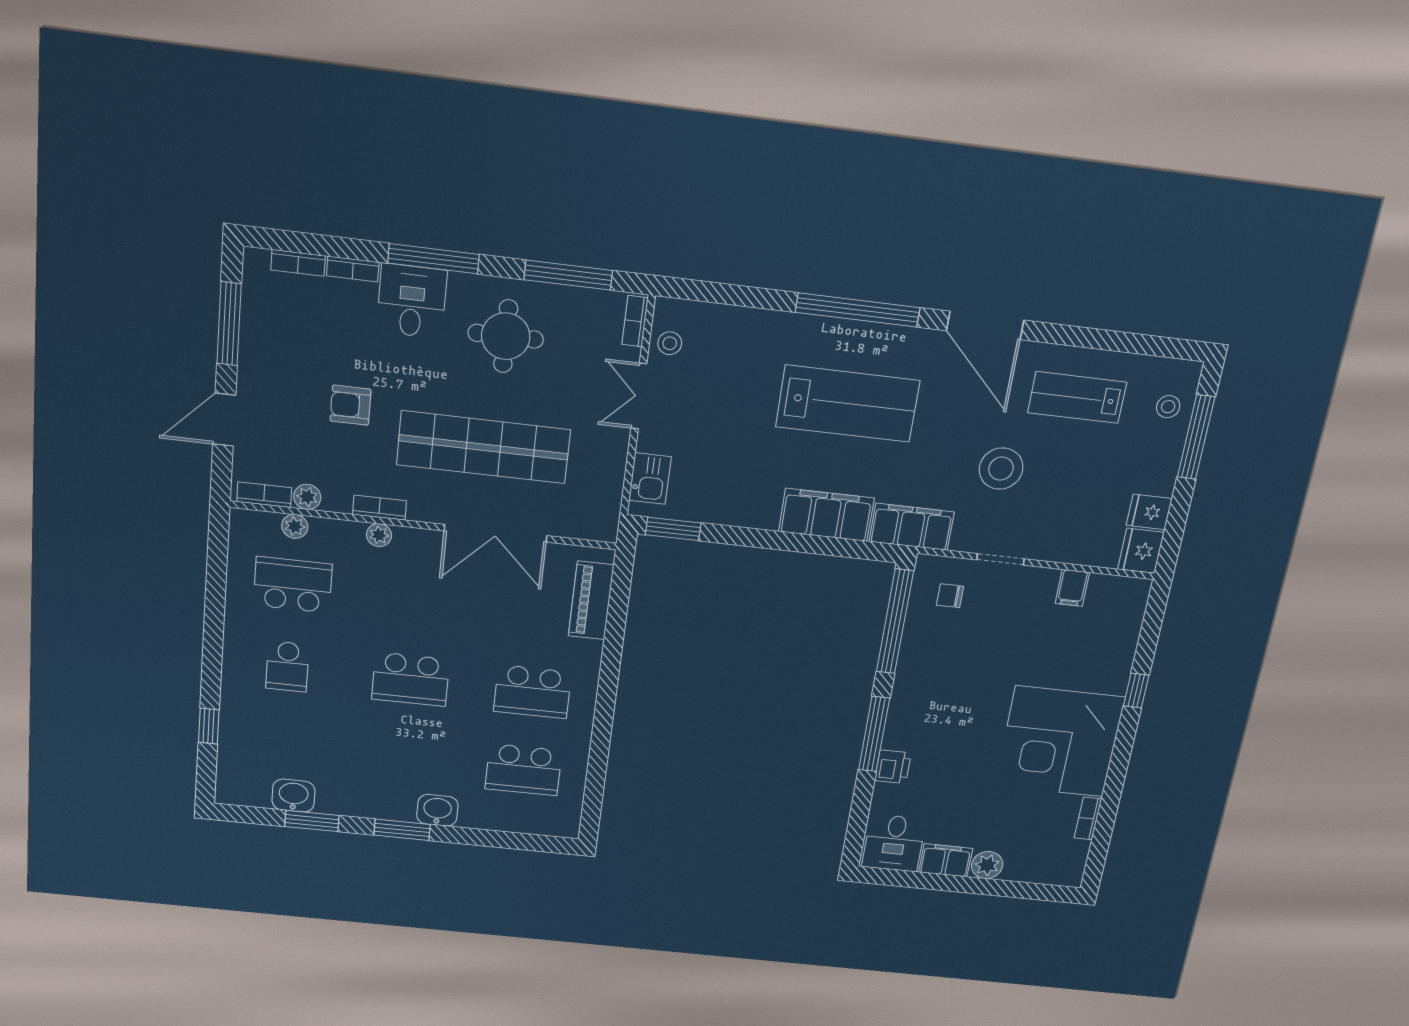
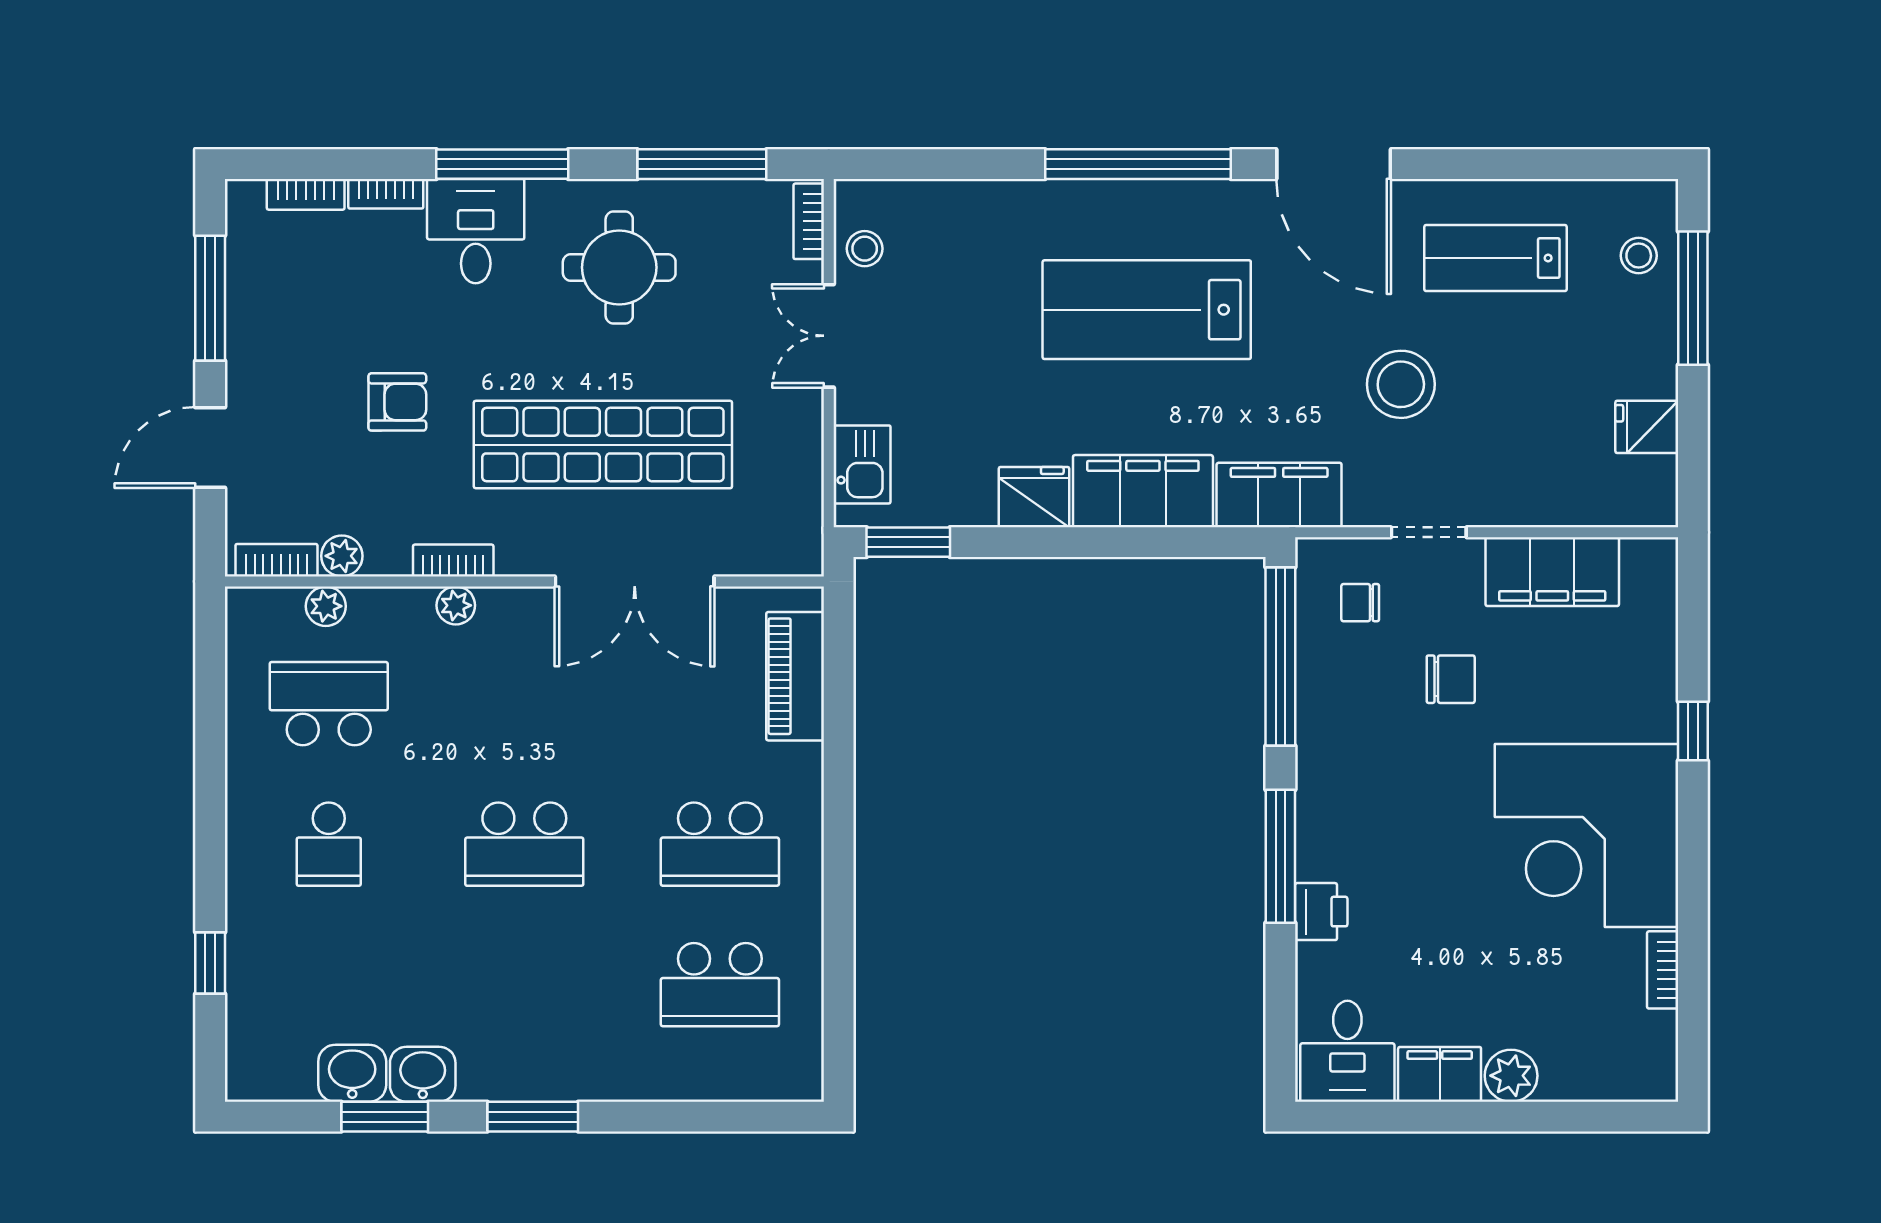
lab bench: (848, 404) -> (1147, 310), turned 180
armchair: (351, 405) -> (397, 402), turned 180
fridge: (1141, 551) -> (1034, 497), moved, turned 90
filing cabinet: (1072, 588) -> (1552, 572), width x3.00, depth x1.17
chair: (997, 646) -> (1451, 679), added
washbasin: (437, 810) -> (423, 1074), moved

